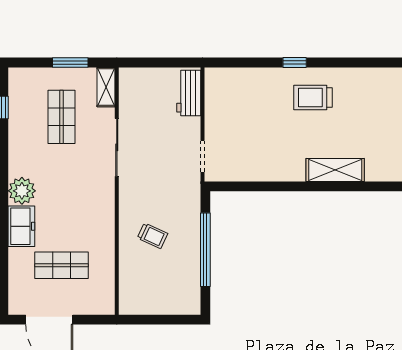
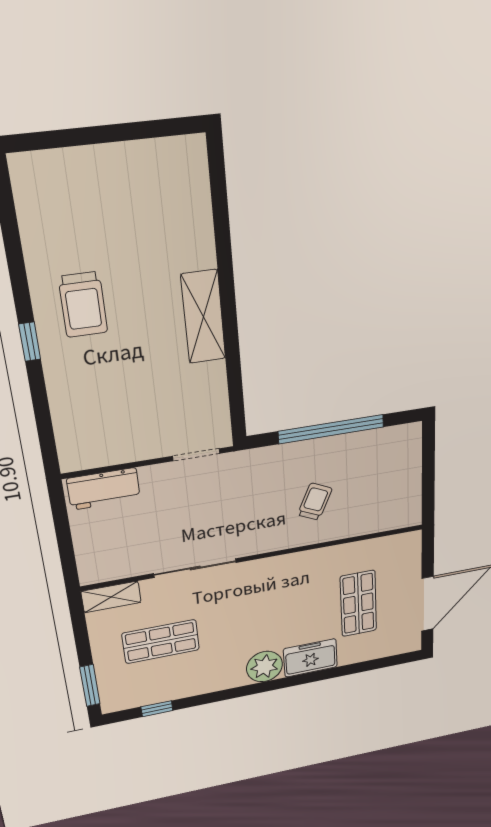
window: (70, 62) -> (90, 685), moved
shelving: (335, 170) -> (203, 317), moved

